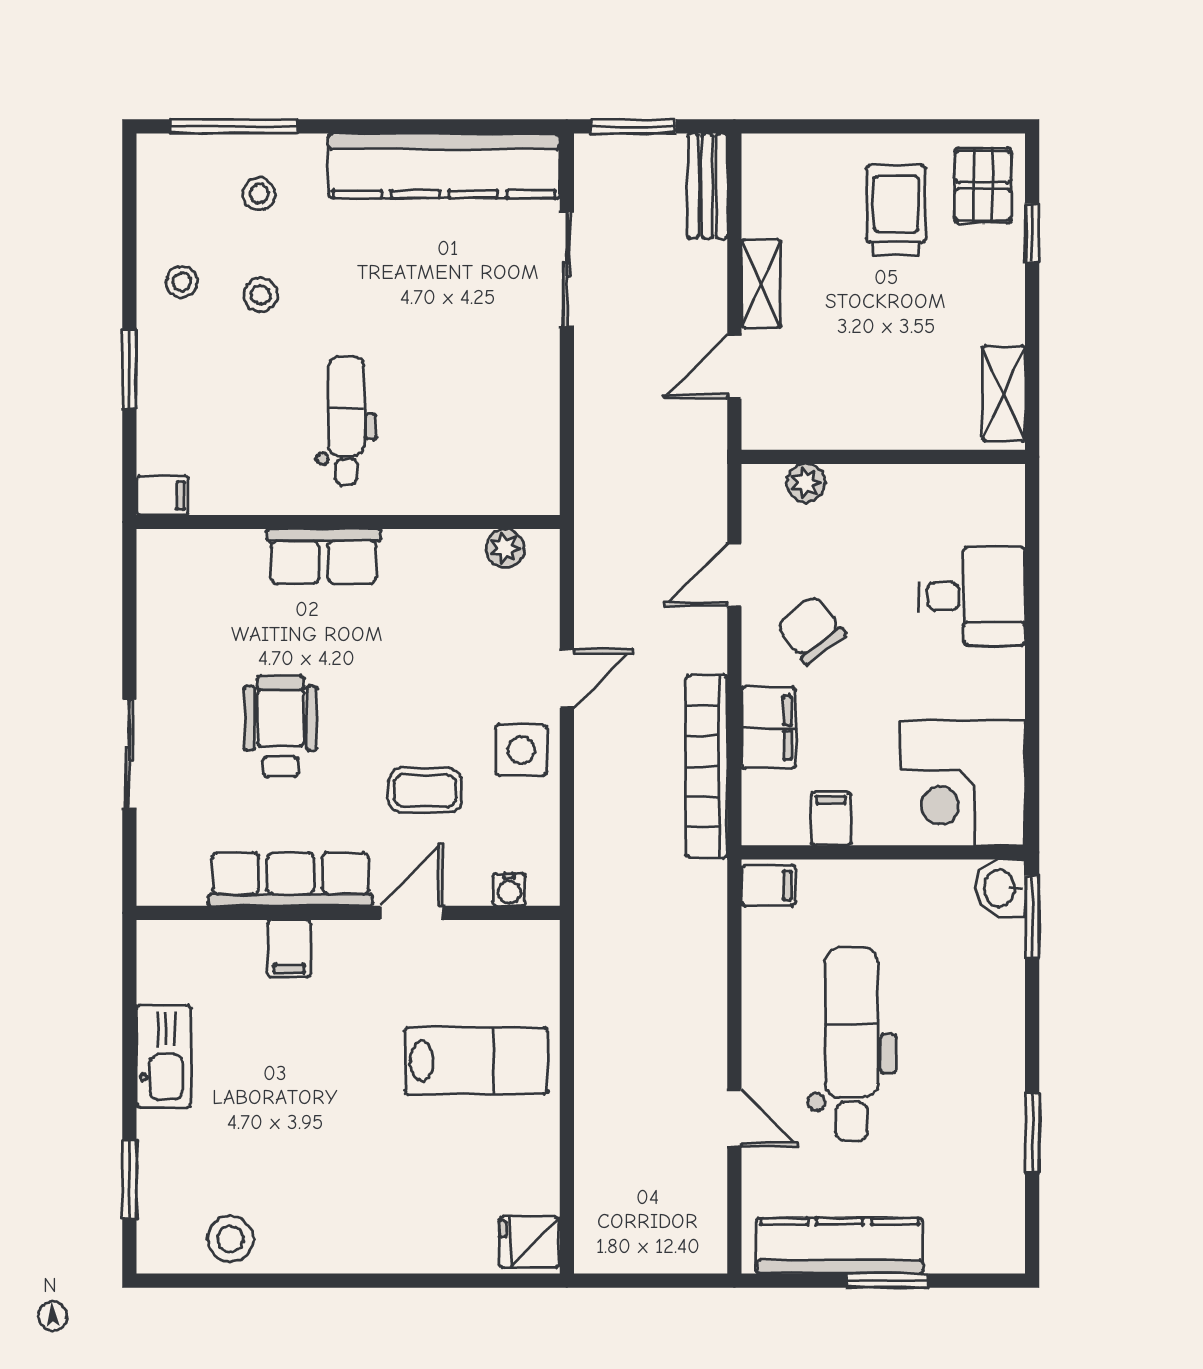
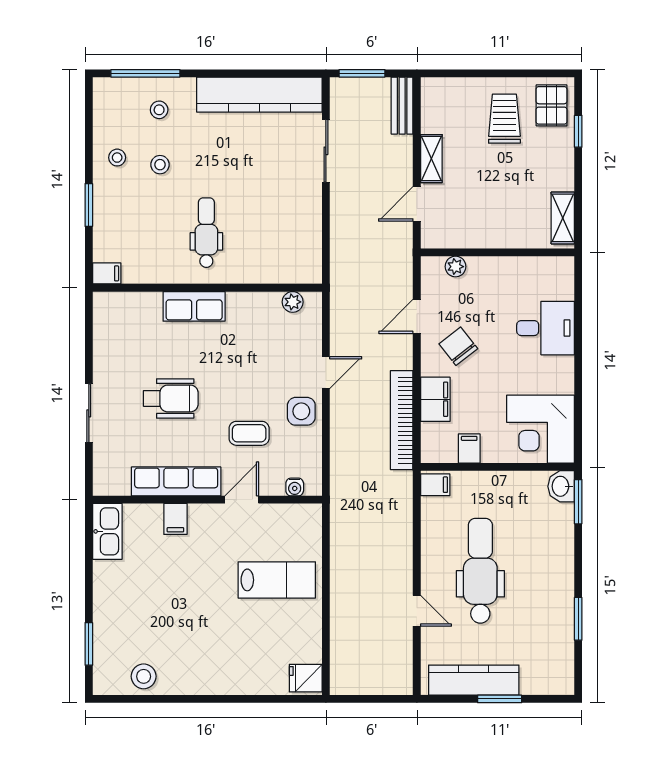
wheelchair: (281, 726) -> (171, 398), turned 90
kitchen sink: (164, 1056) -> (107, 531), moved

